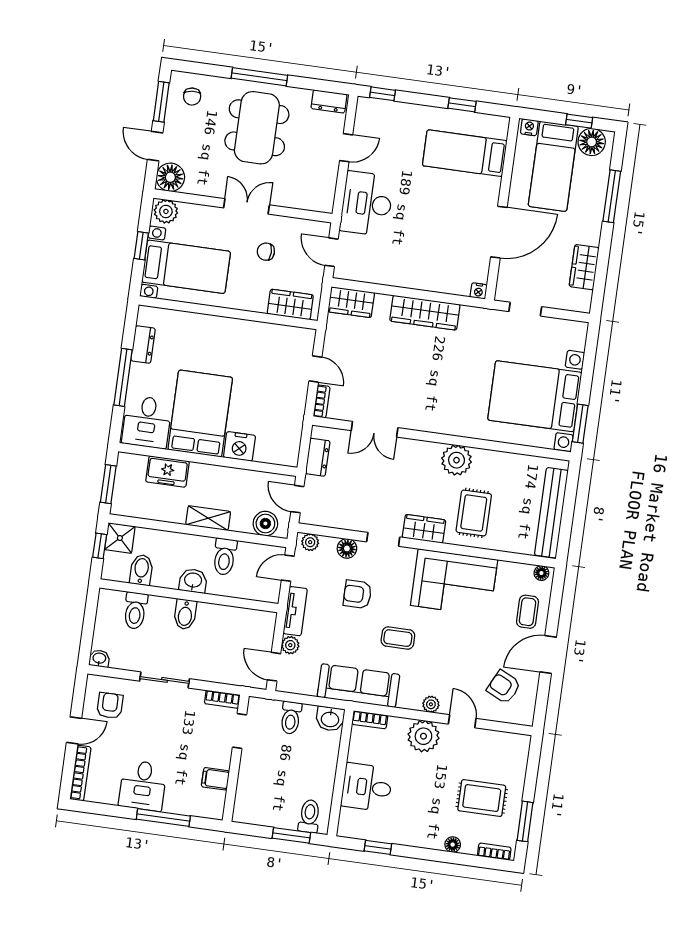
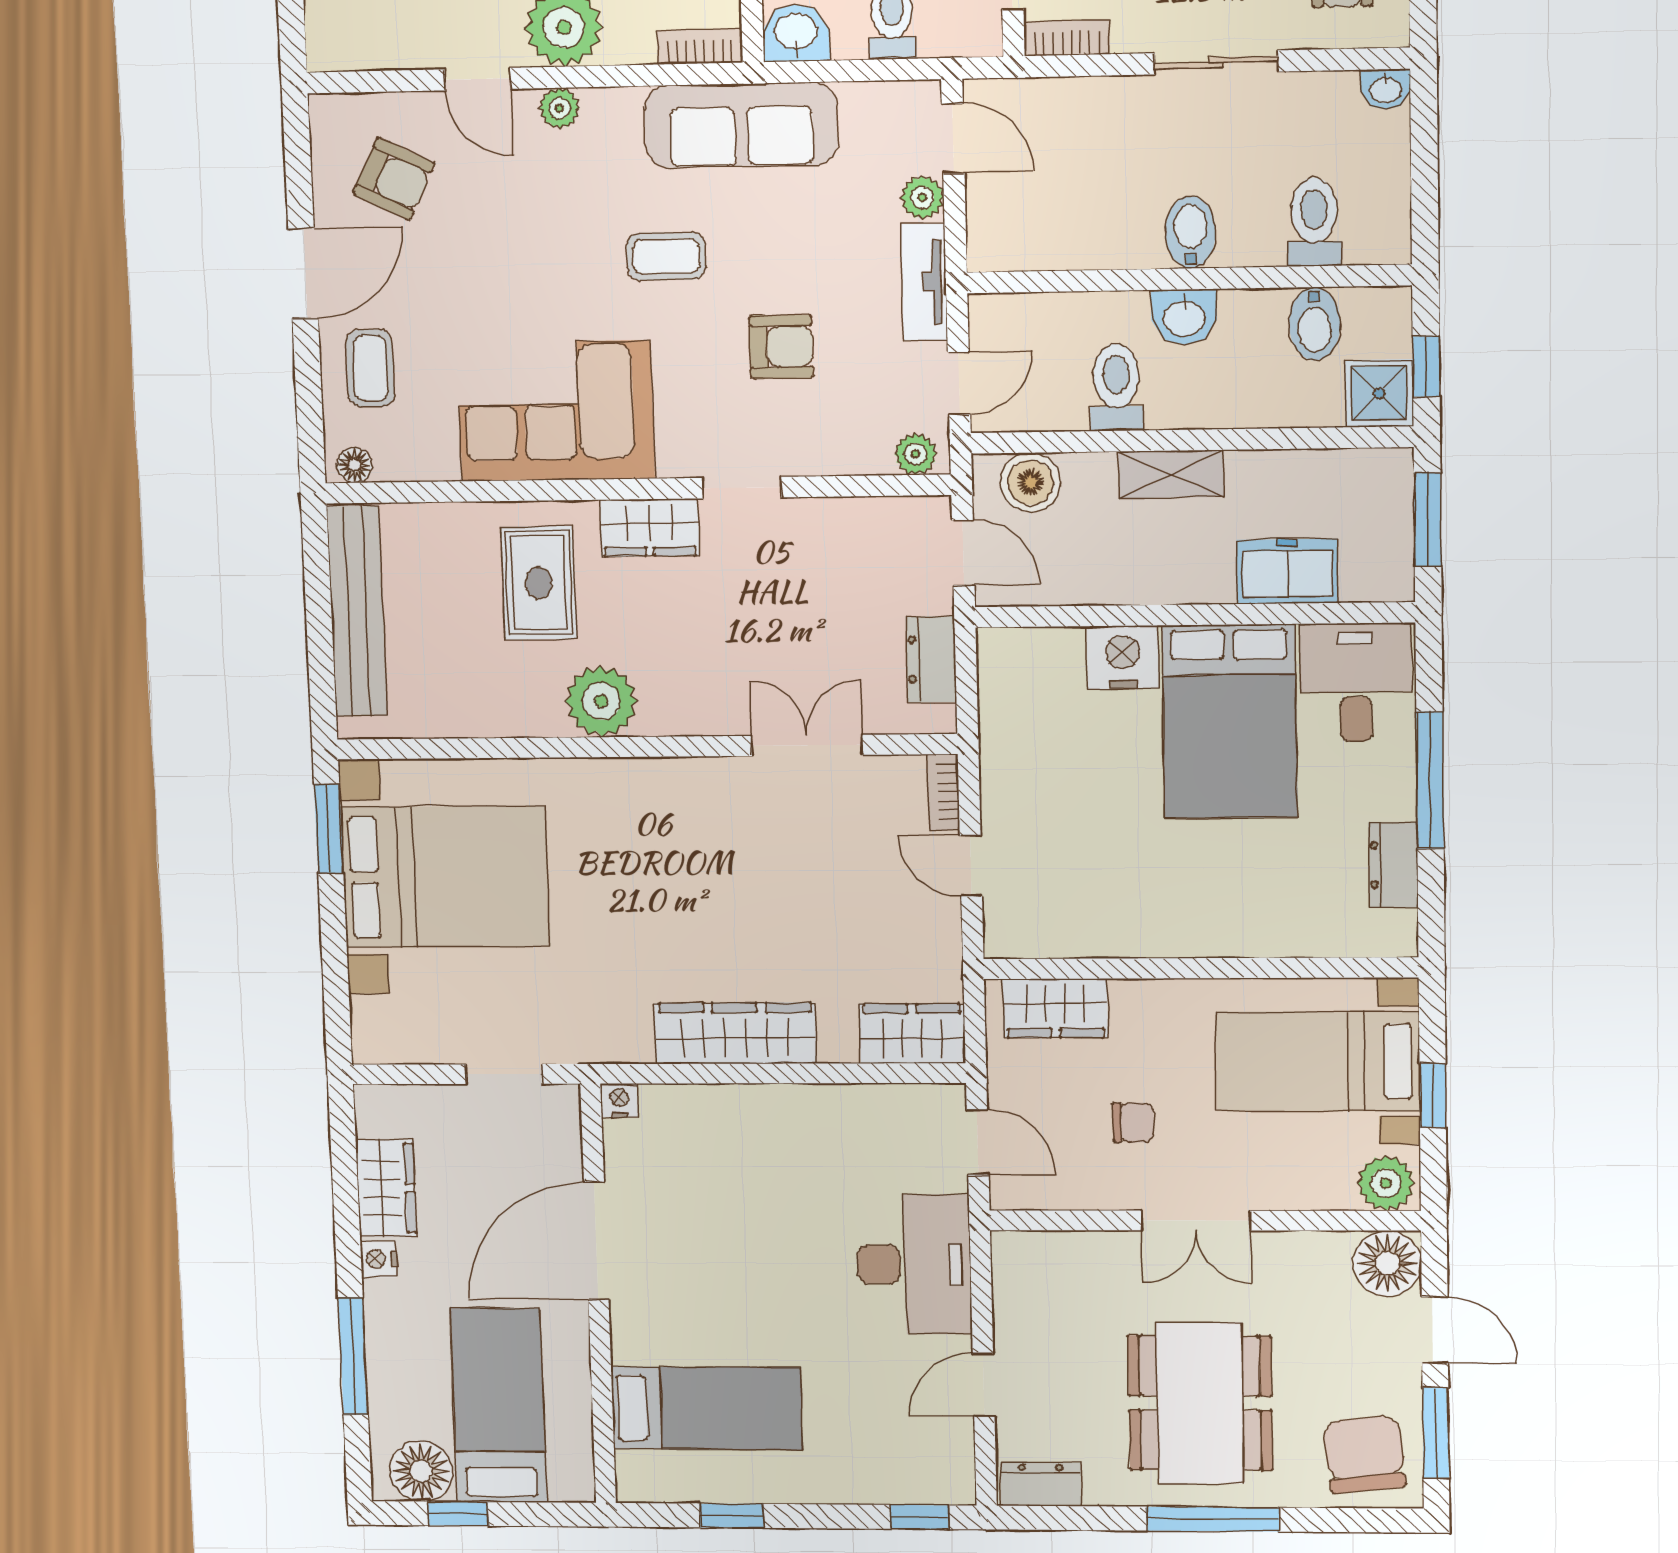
chair: (192, 97) -> (1365, 1454), width x1.87, depth x1.87
nightstand: (529, 127) -> (378, 1259), moved, turned 90
floor lamp: (347, 548) -> (825, 453), removed

